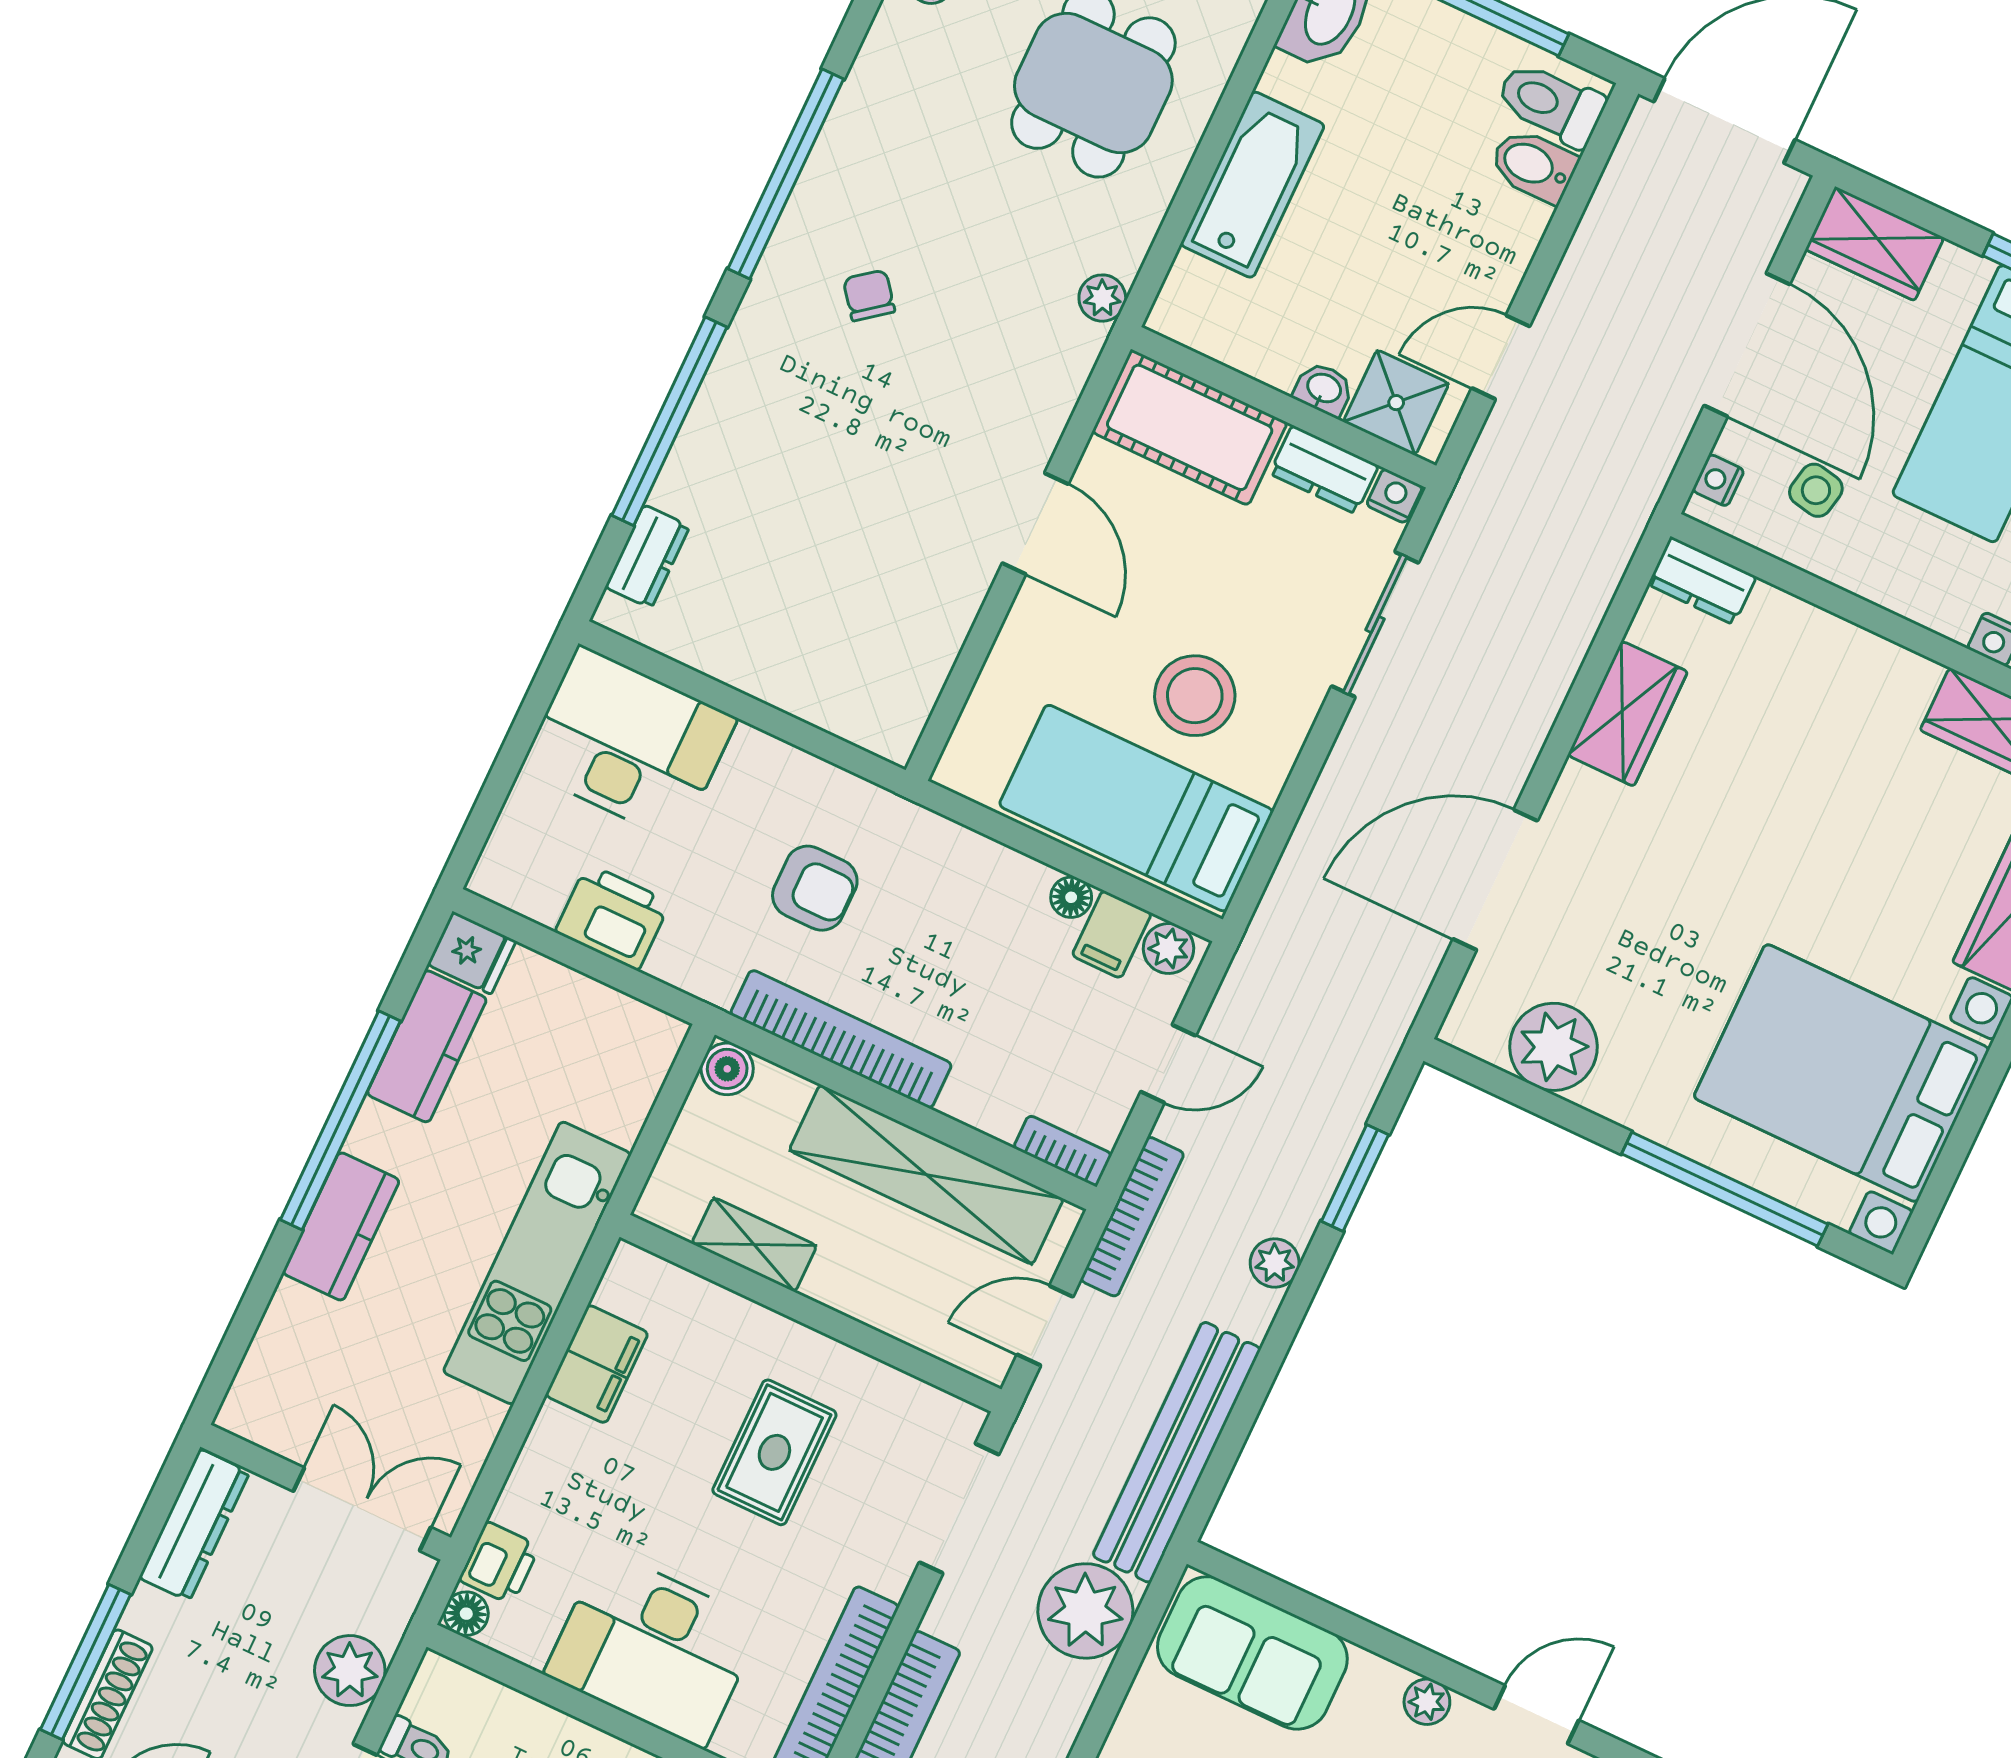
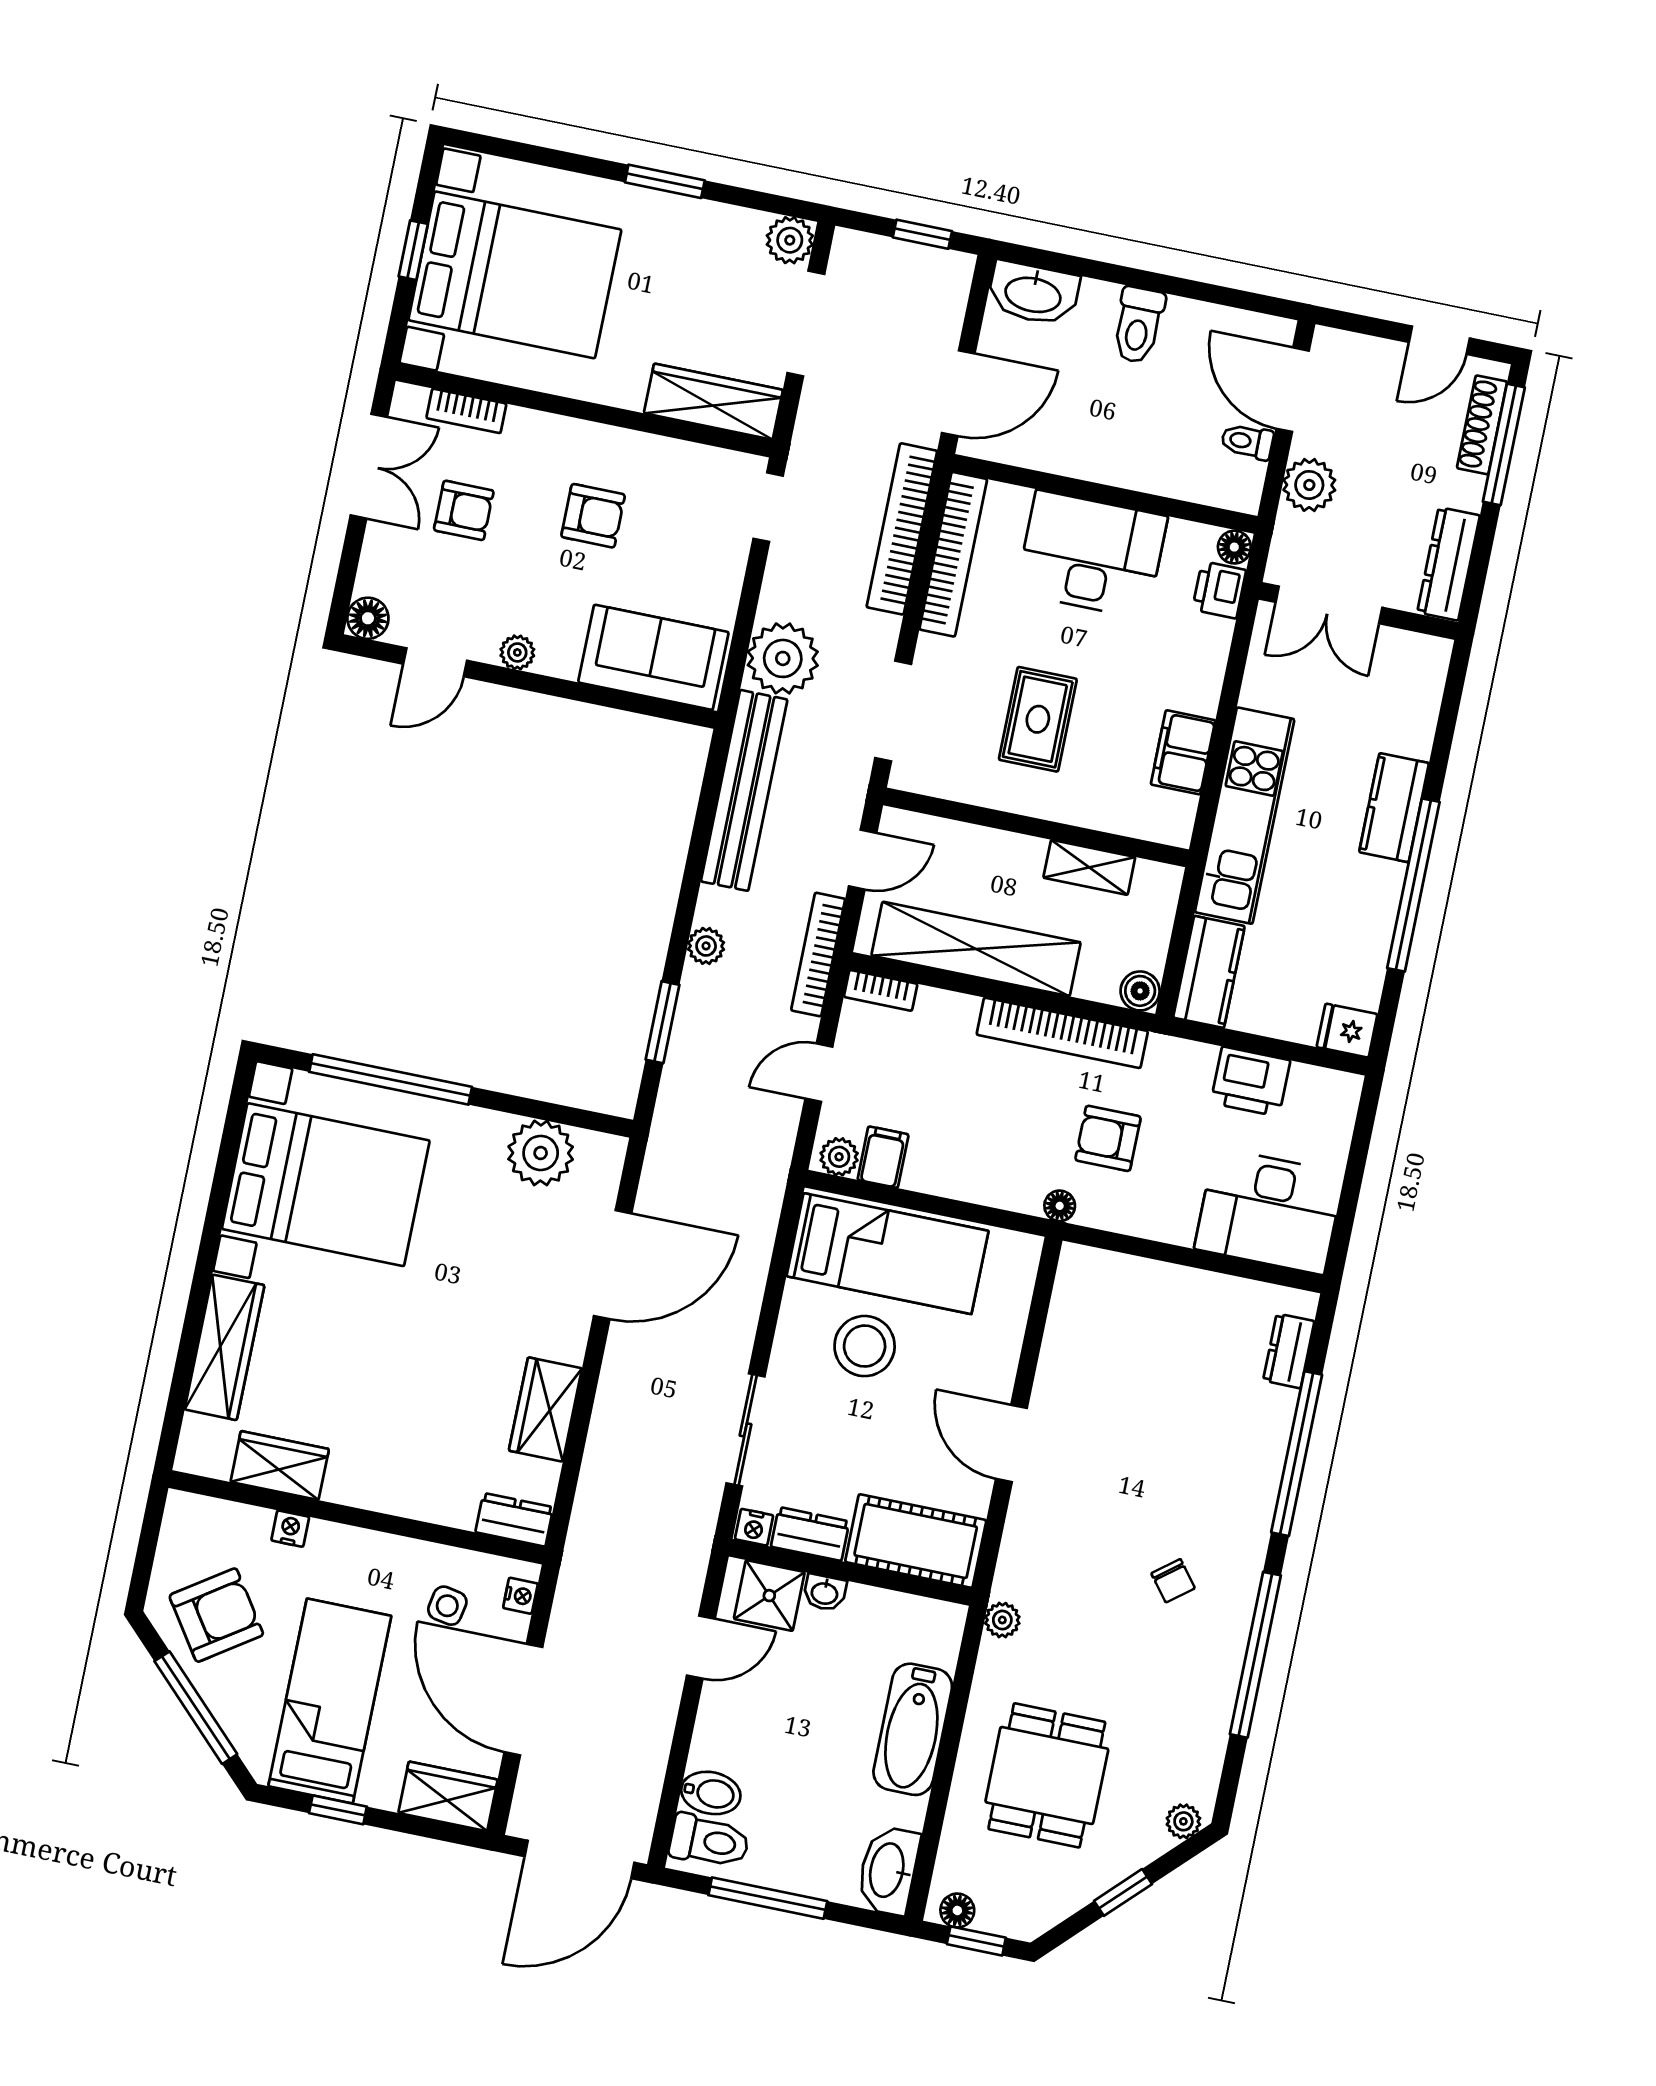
floor lamp: (1071, 897) -> (1060, 1206), moved
kitchen counter: (427, 1046) -> (1209, 972), moved, turned 180

